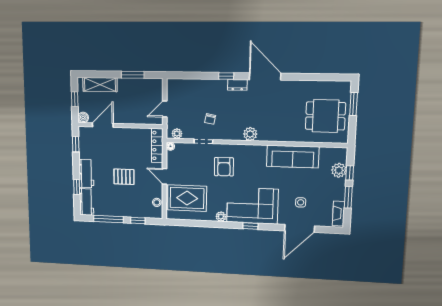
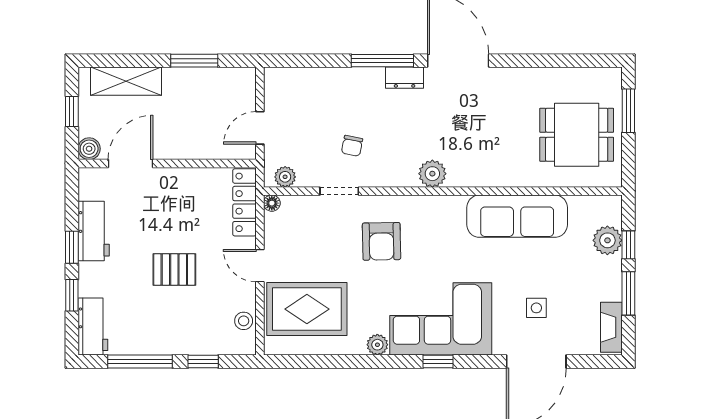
window: (226, 76) -> (382, 61), width x2.17
window: (76, 144) -> (72, 247), moved
workbench: (86, 174) -> (94, 231), moved

